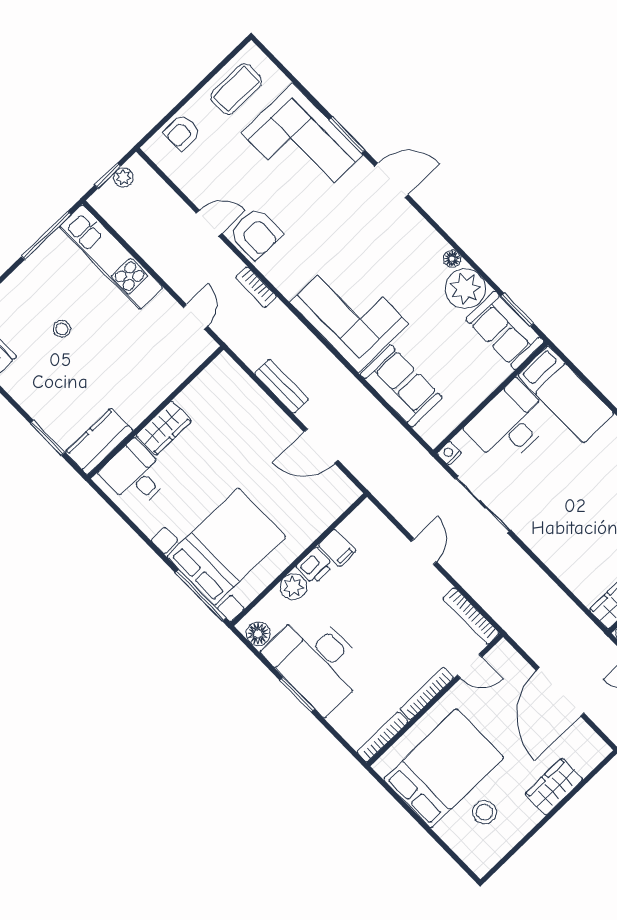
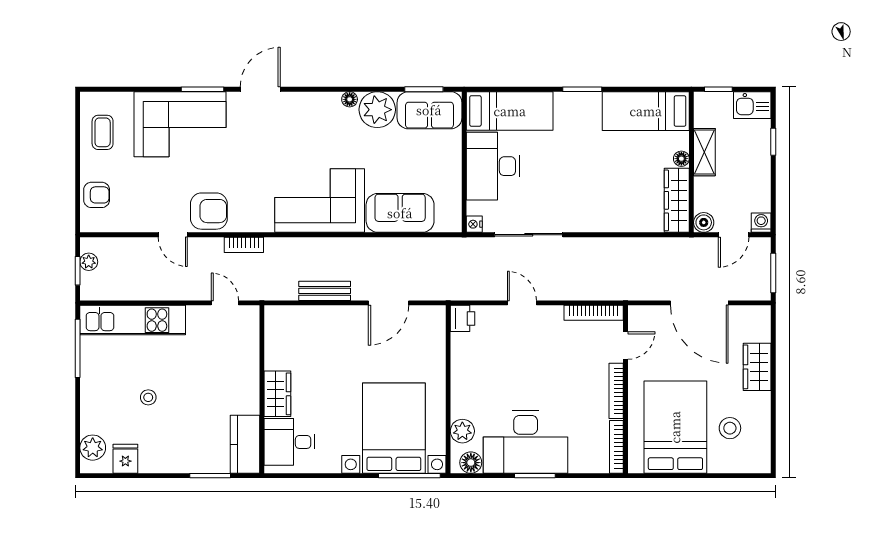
coffee table: (236, 89) -> (103, 132), width x0.73, depth x0.77
armchair: (182, 132) -> (97, 195), turned -90
door: (209, 223) -> (173, 235), swing flipped
filing cabinet: (337, 548) -> (465, 357), removed
printer: (315, 566) -> (462, 318), moved
plant: (293, 587) -> (462, 431), moved

